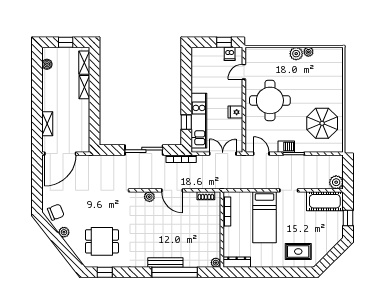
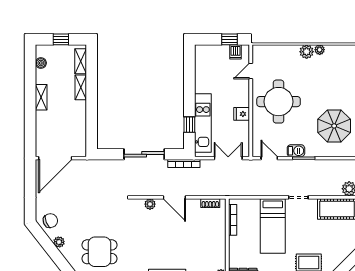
shelving: (47, 124) -> (41, 97), moved

